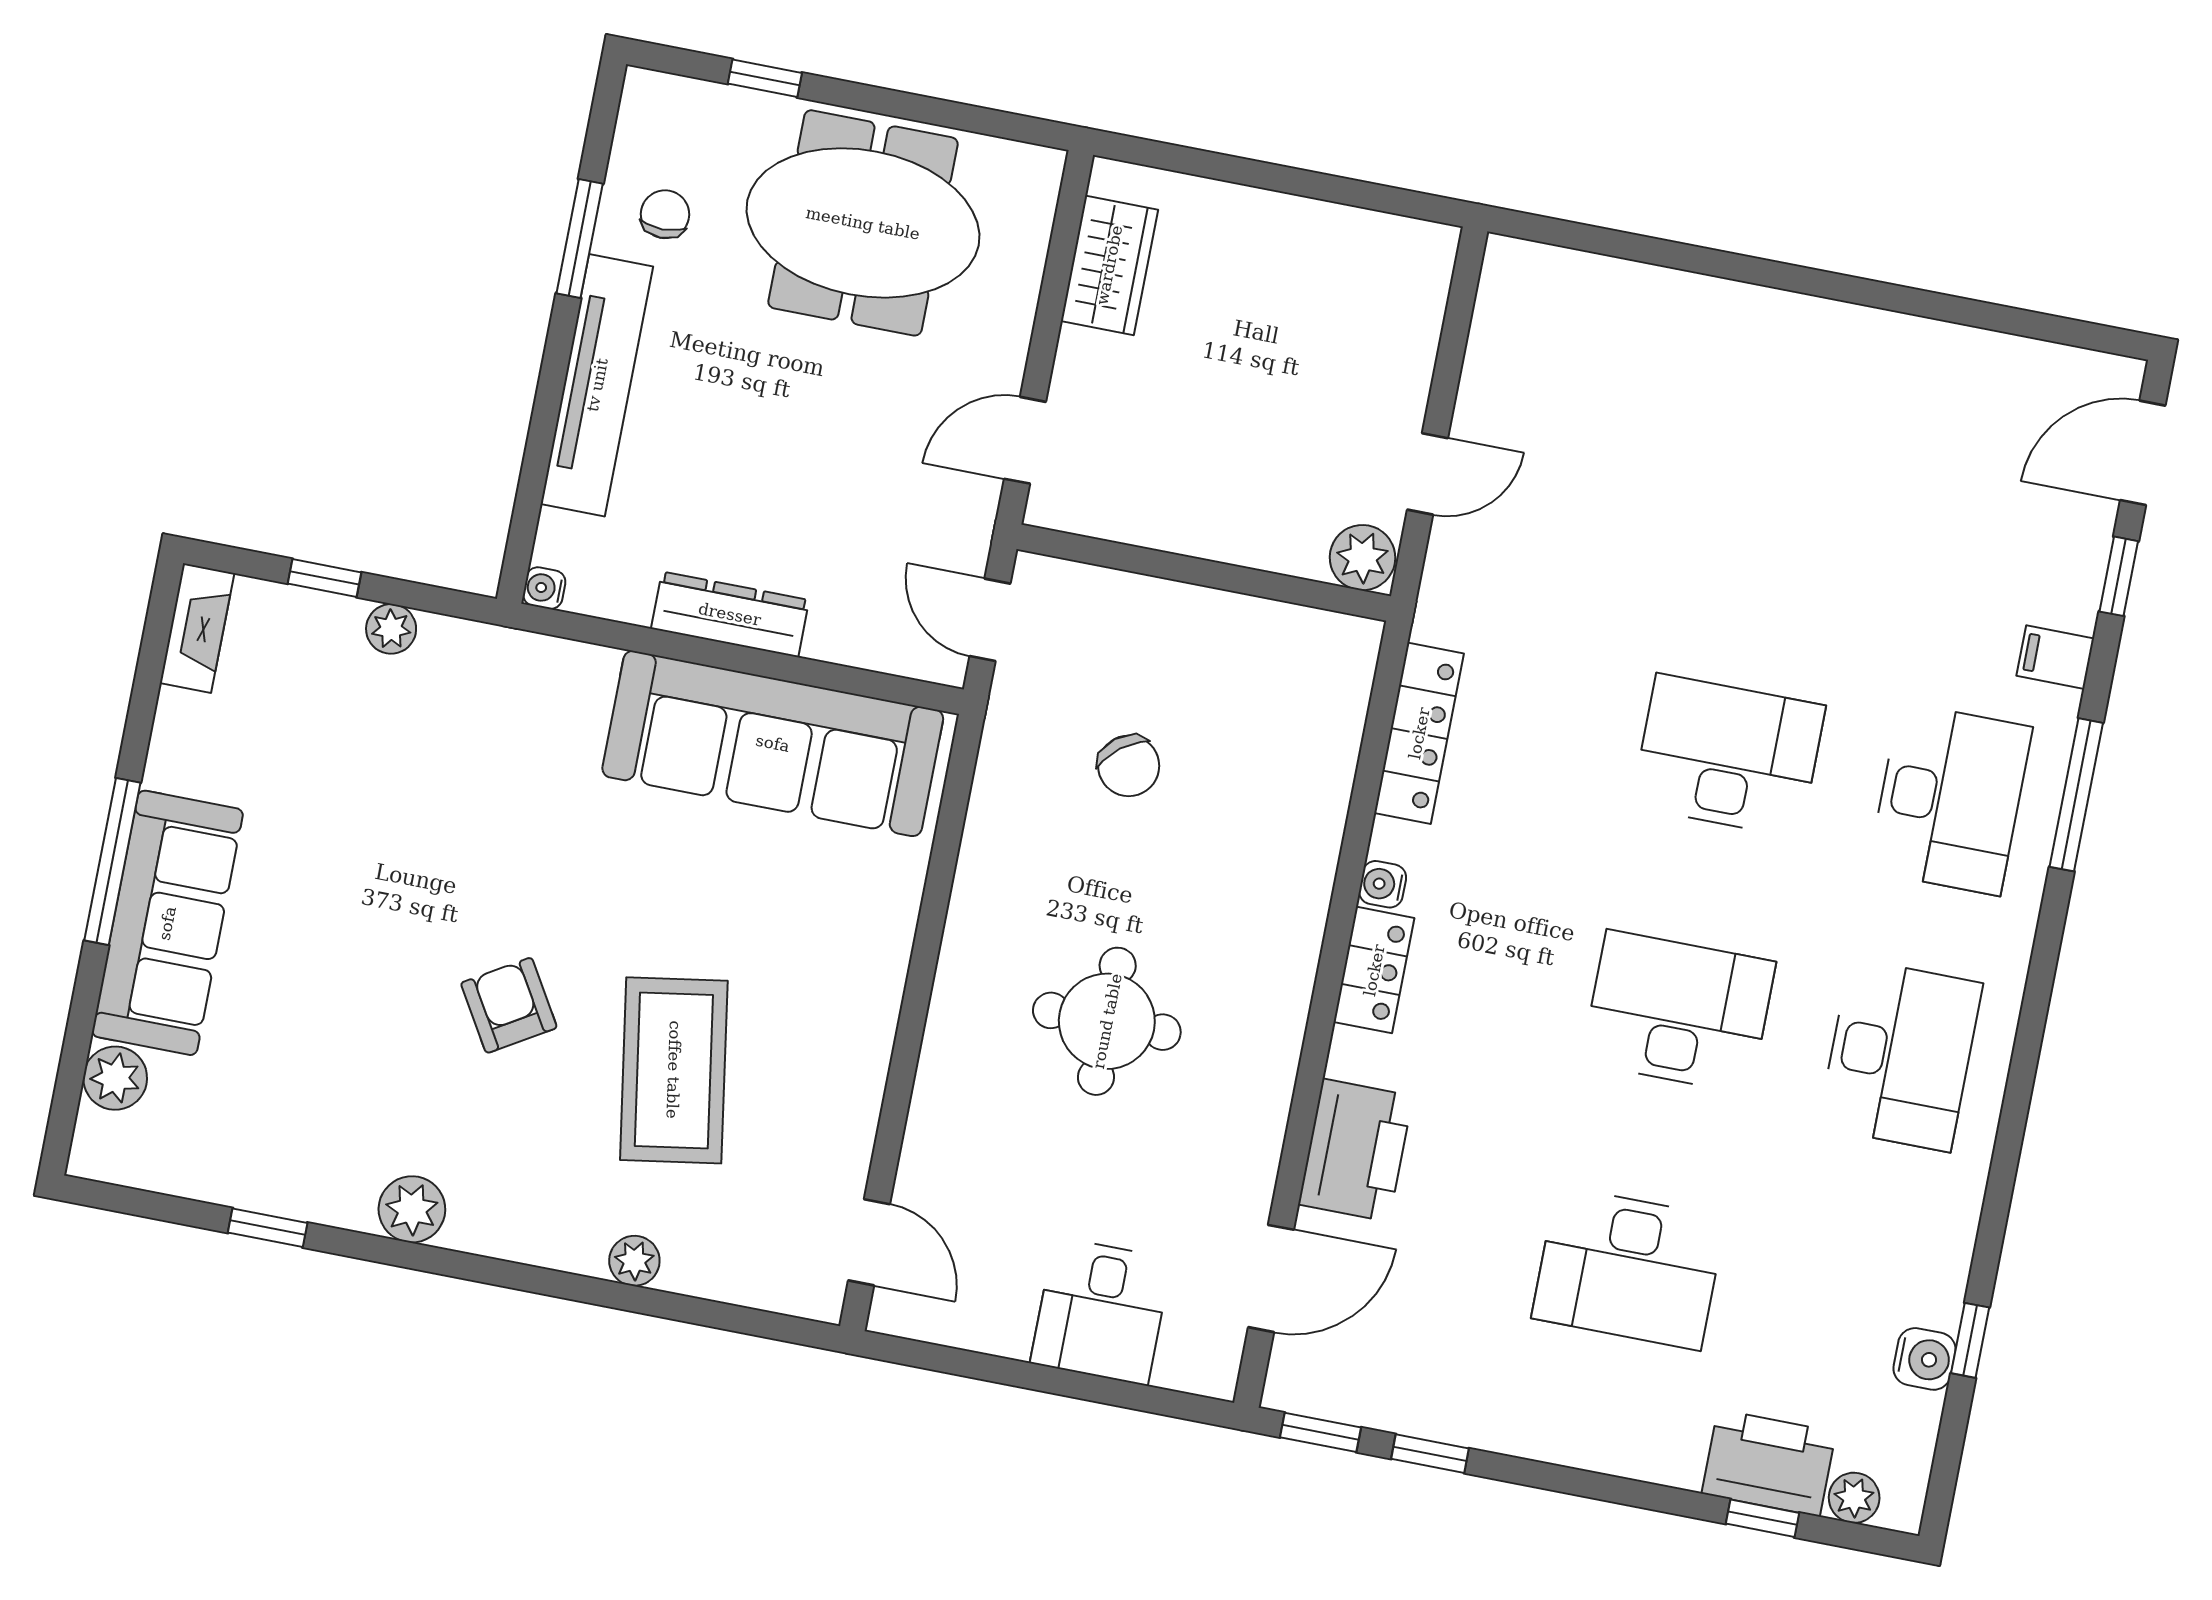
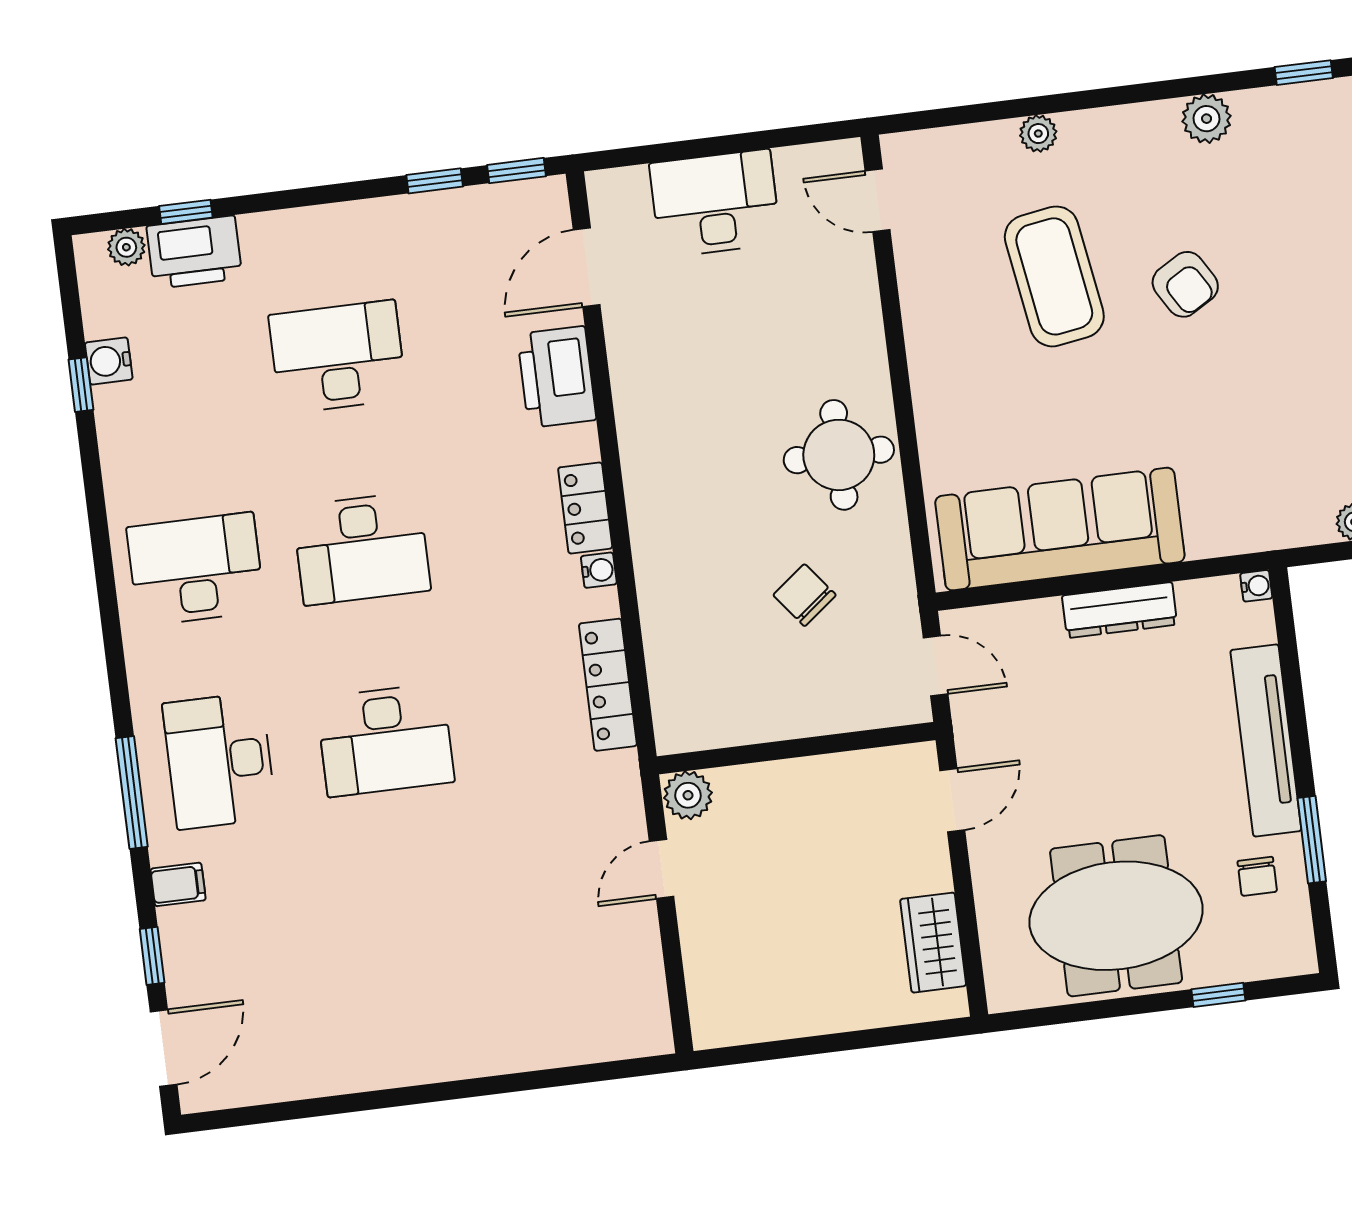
round table: (1107, 1021) -> (839, 455), moved
desk: (1900, 1055) -> (196, 569), turned 90
desk: (1101, 1311) -> (715, 203), width x1.37

